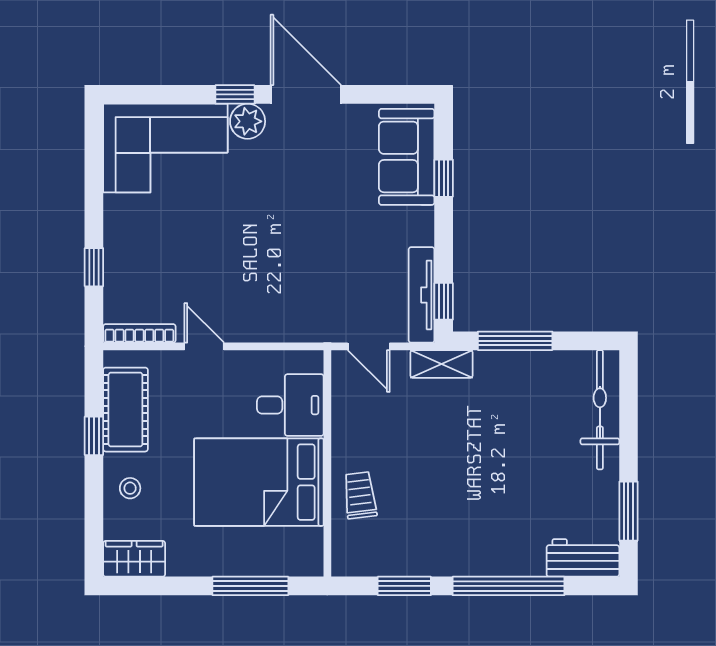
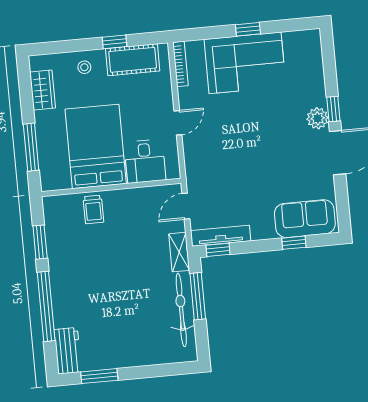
corner sofa: (165, 148) -> (245, 63), moved, turned -90
window: (94, 267) -> (248, 29), moved
door: (204, 346) -> (178, 123), moved
bicycle: (600, 410) -> (181, 310), moved, turned -90
trolley: (360, 495) -> (93, 209), turned 97
wardrobe: (134, 559) -> (43, 90), moved

